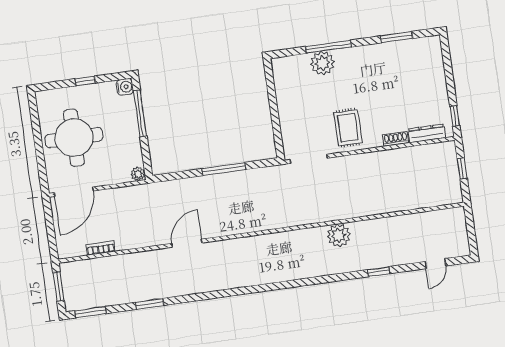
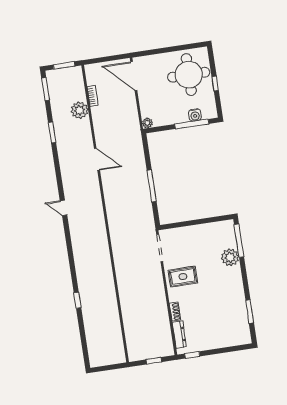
window: (328, 47) -> (239, 241), moved
water cooler: (125, 87) -> (195, 115), moved
round table: (74, 138) -> (189, 75), moved
plant: (339, 235) -> (80, 110), moved
door: (435, 264) -> (63, 208), moved

